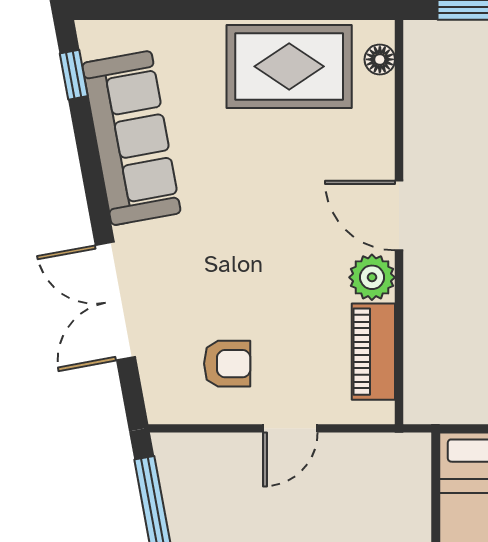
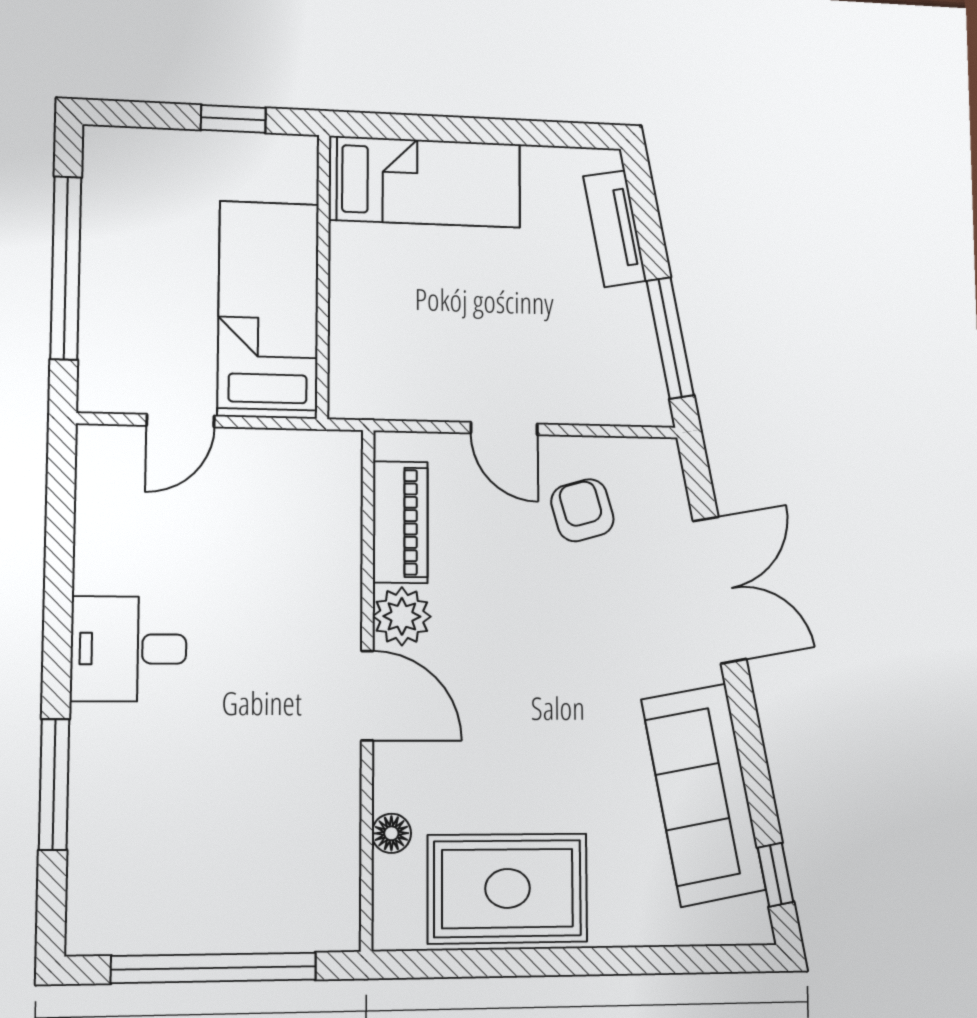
floor lamp: (380, 59) -> (391, 833), moved
armchair: (227, 364) -> (582, 510), turned 74
door: (290, 428) -> (504, 428), swing flipped

